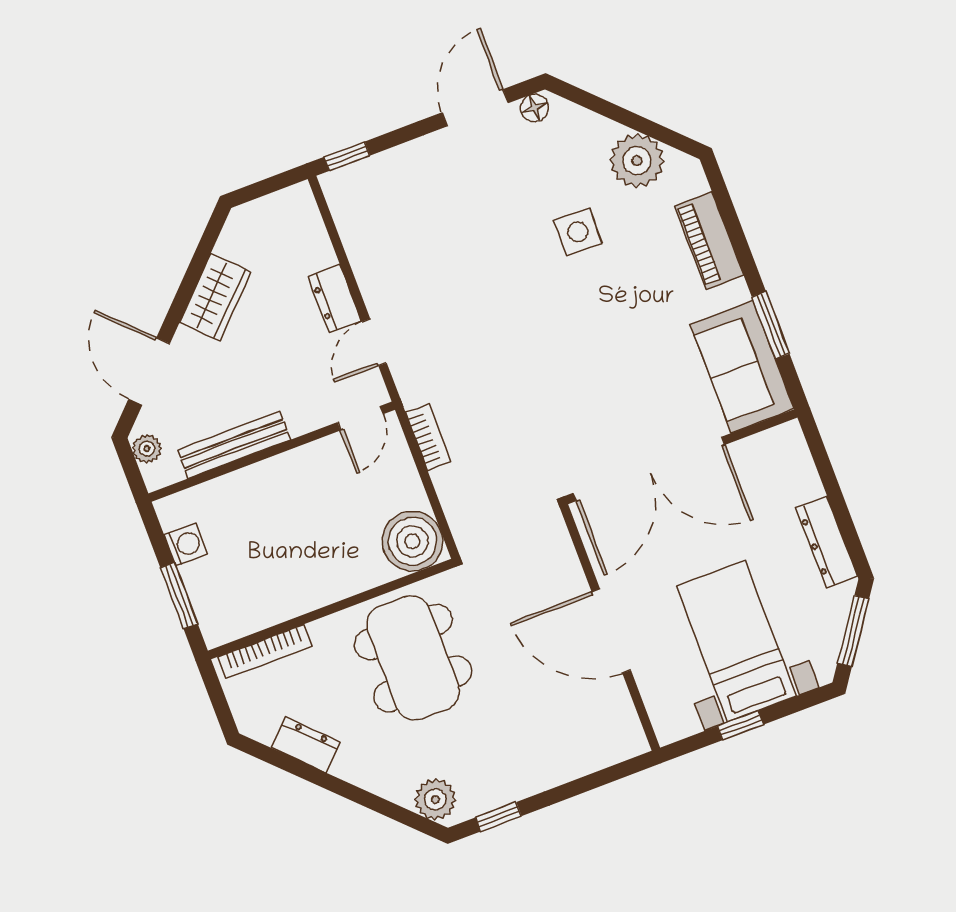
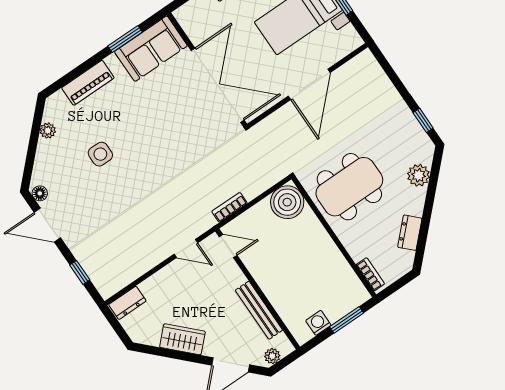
window: (347, 156) -> (80, 272), moved
plant: (637, 161) -> (48, 131), width x0.53, depth x0.53
dresser: (335, 299) -> (127, 303), moved
bookcase: (265, 651) -> (370, 274), width x0.64
plant: (435, 799) -> (419, 175), moved

